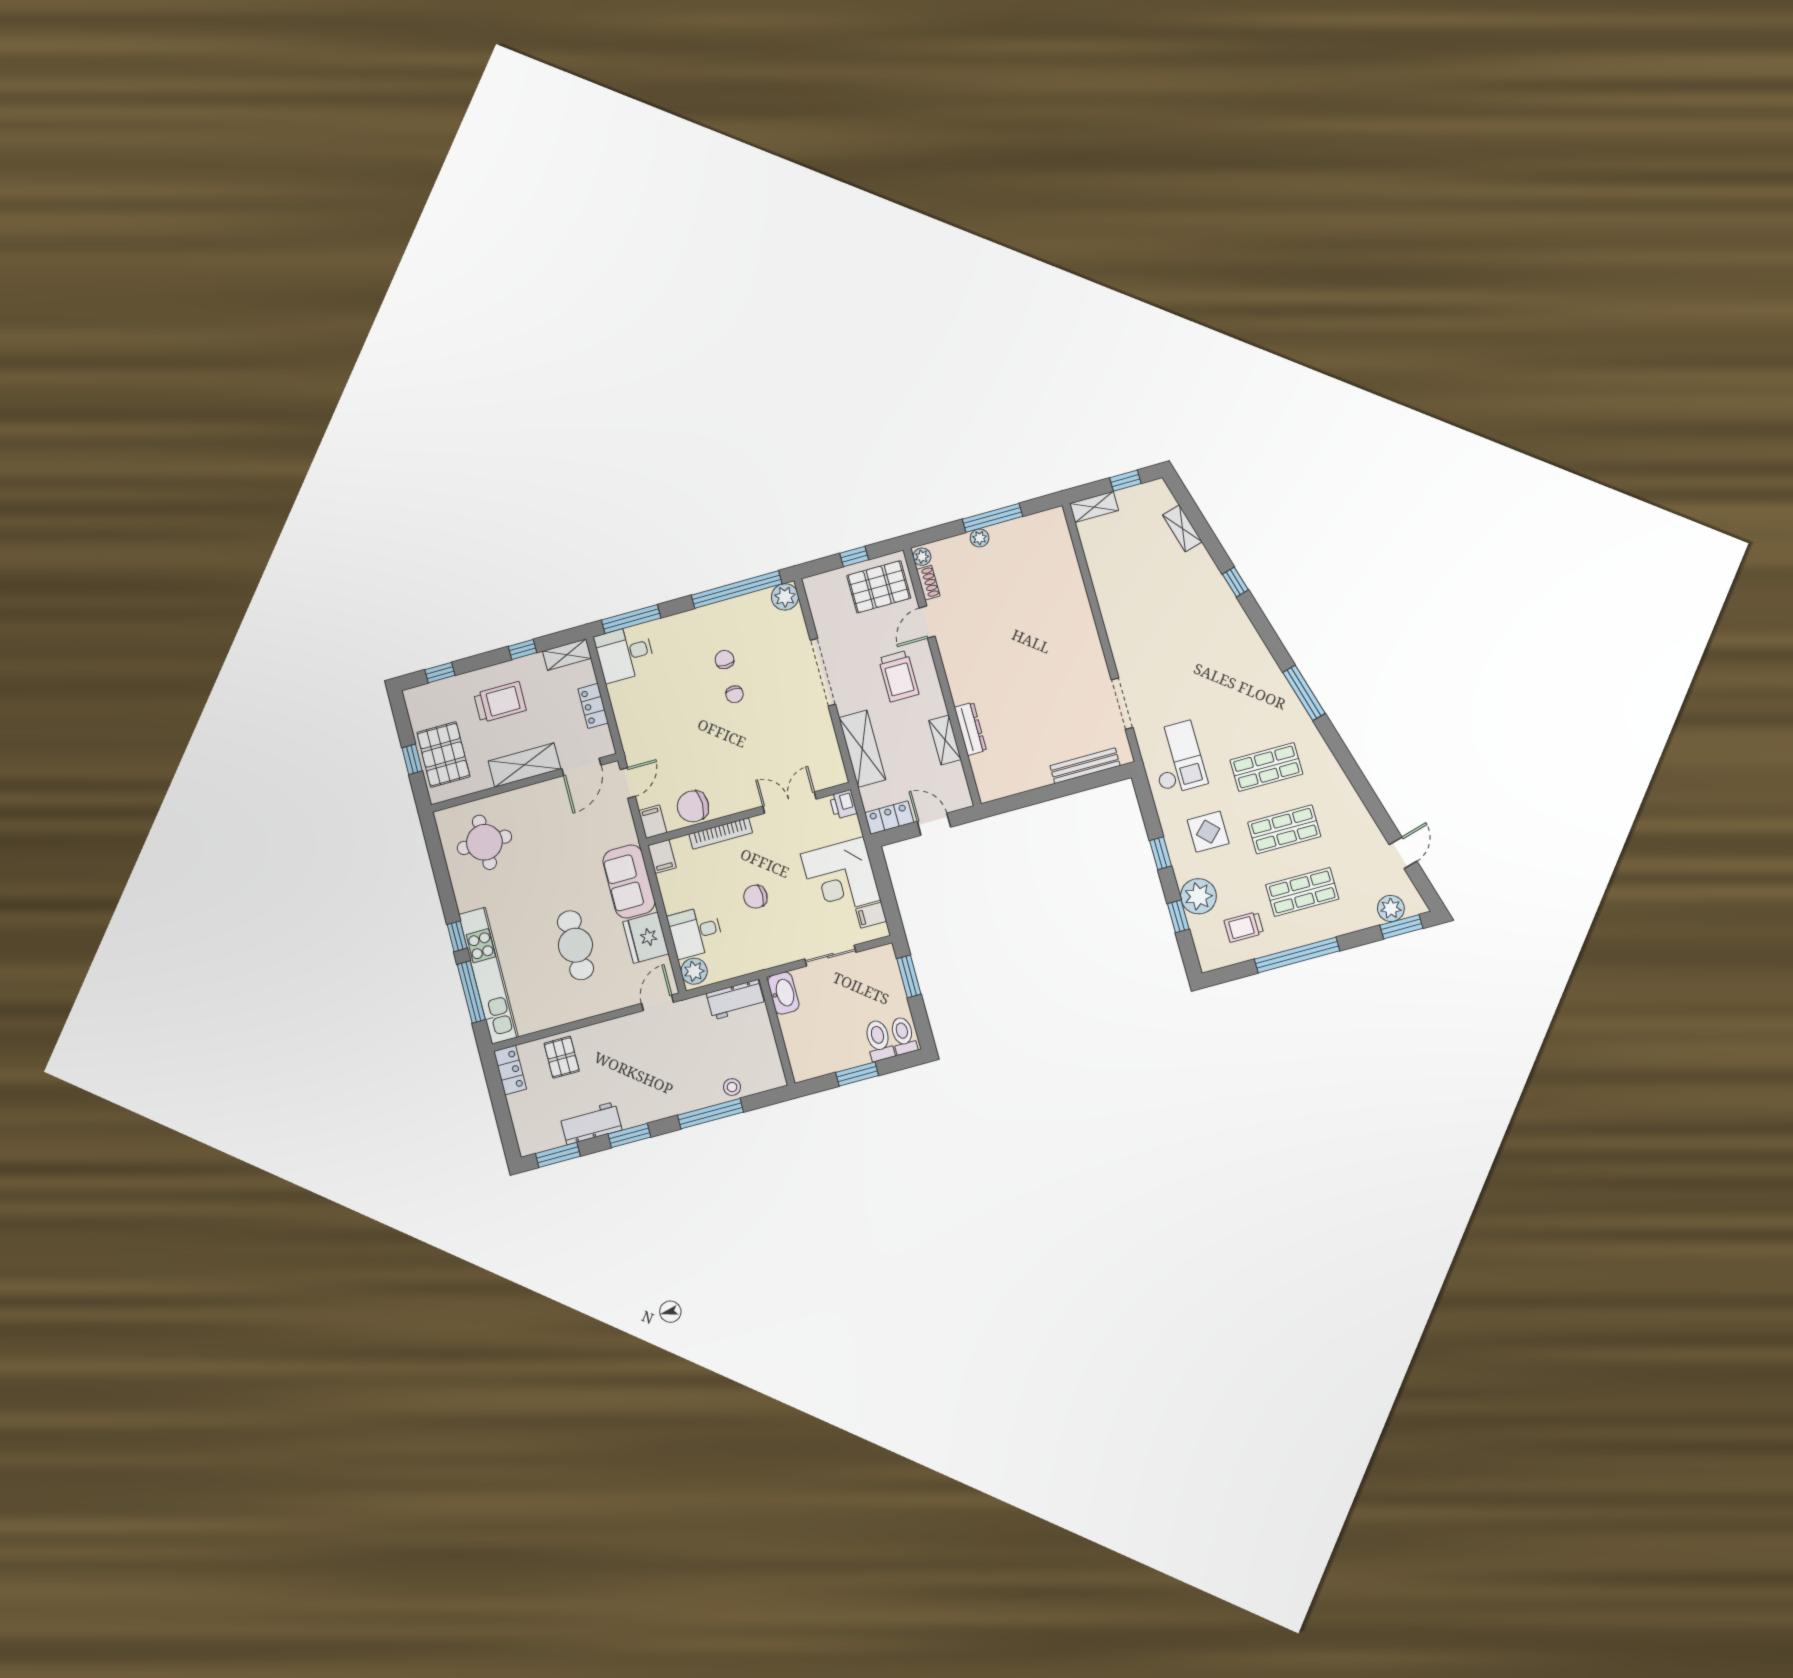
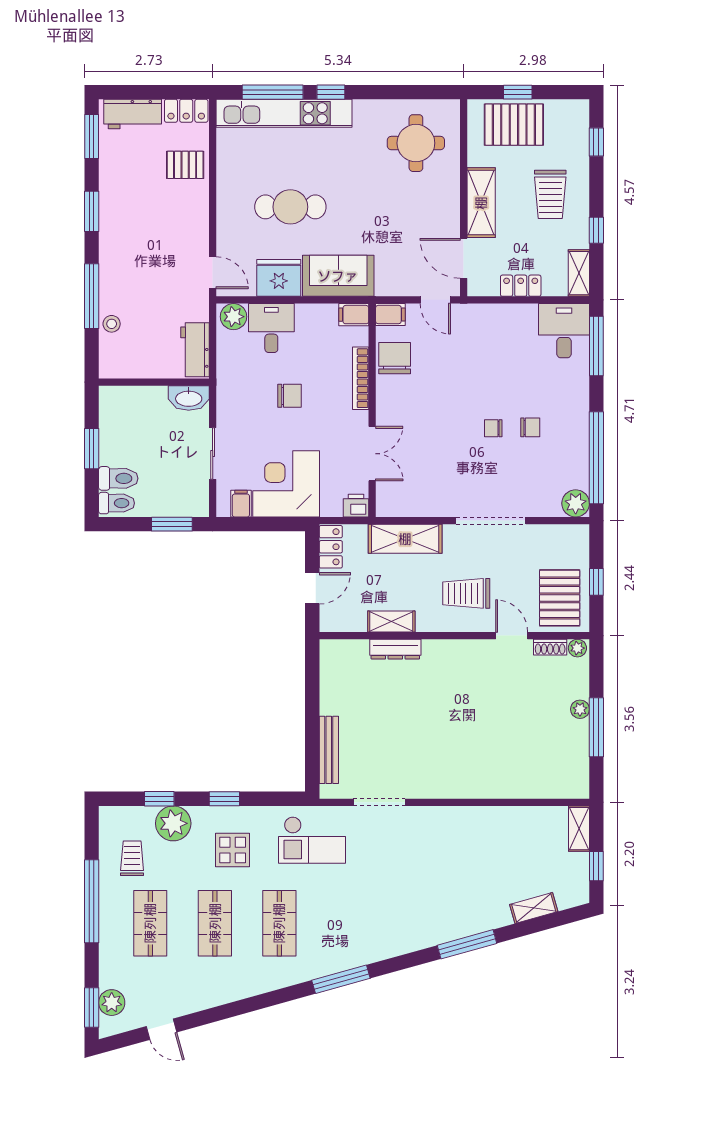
window: (1235, 582) -> (467, 944), width x2.17
chair: (755, 897) -> (290, 396), turned 90
workbench: (591, 1123) -> (133, 114), moved, turned 90

